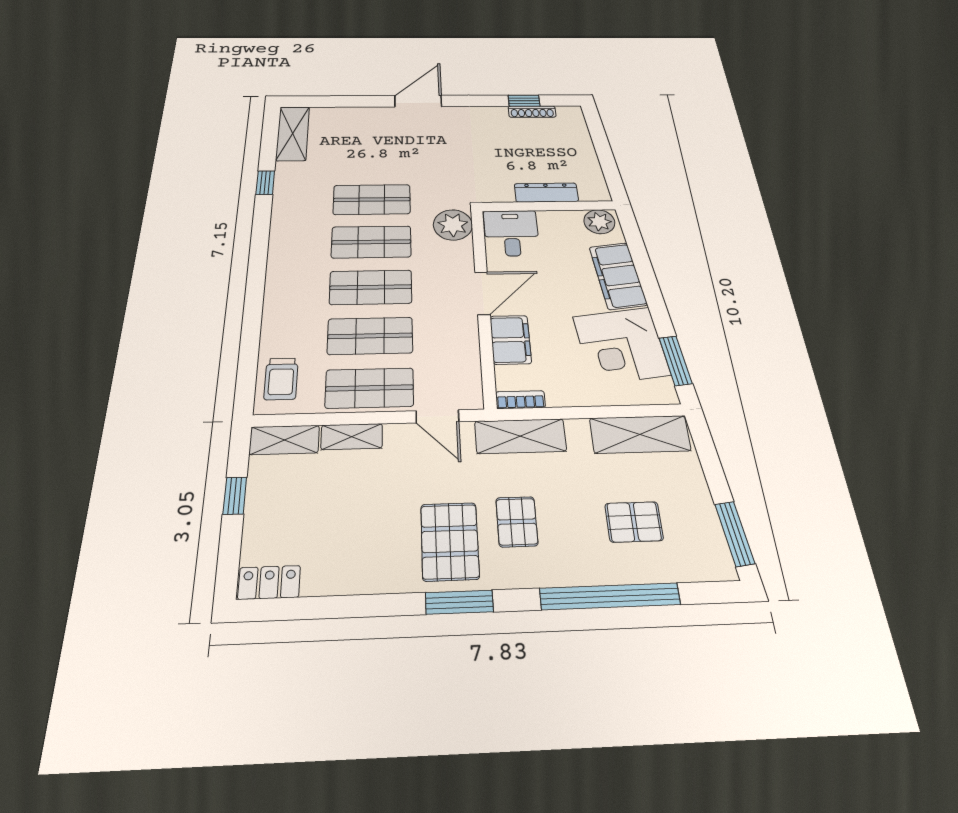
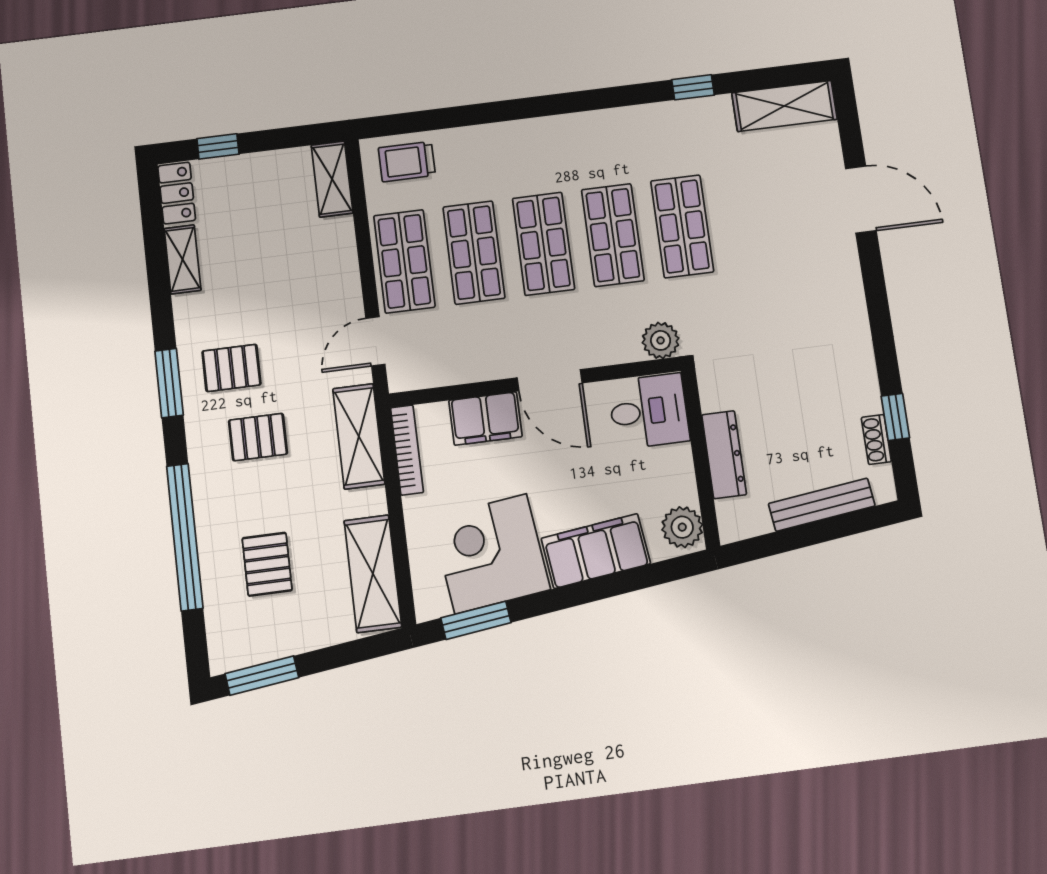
door: (418, 101) -> (861, 200), moved
shoe rack: (532, 112) -> (876, 439), width x0.70
bench: (584, 144) -> (822, 505), added
plant: (453, 225) -> (661, 340), width x0.73, depth x0.73
bookcase: (520, 400) -> (407, 450), width x1.56
shelving: (352, 437) -> (183, 259), moved
window: (235, 496) -> (218, 146), moved
pallet: (450, 541) -> (231, 368), width x0.67, depth x0.71

